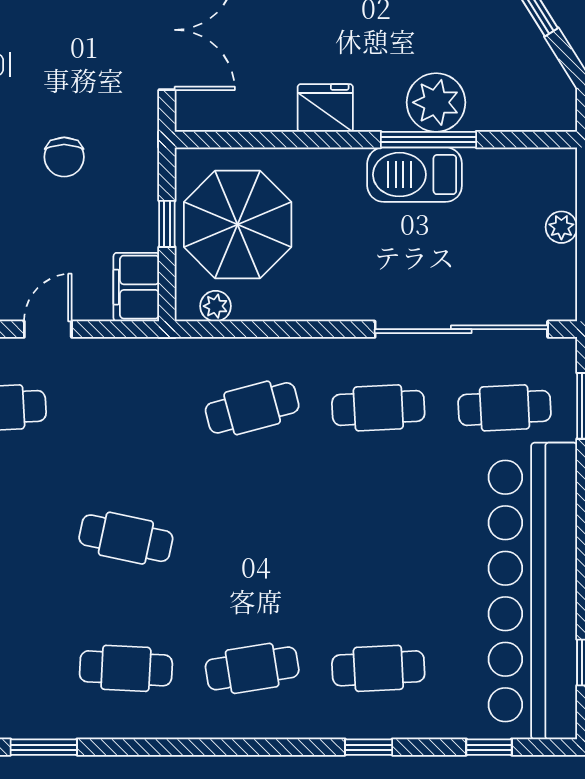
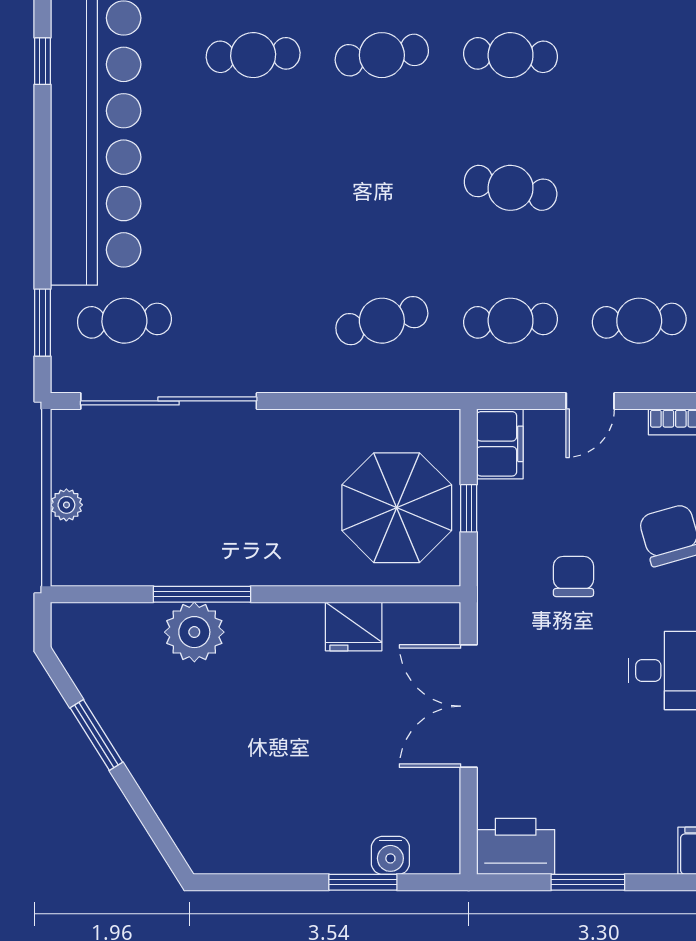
fridge: (325, 108) -> (354, 627), moved
barbecue: (415, 175) -> (216, 559), removed
plant: (216, 306) -> (419, 424), removed
cafe table: (378, 408) -> (511, 321), moved

